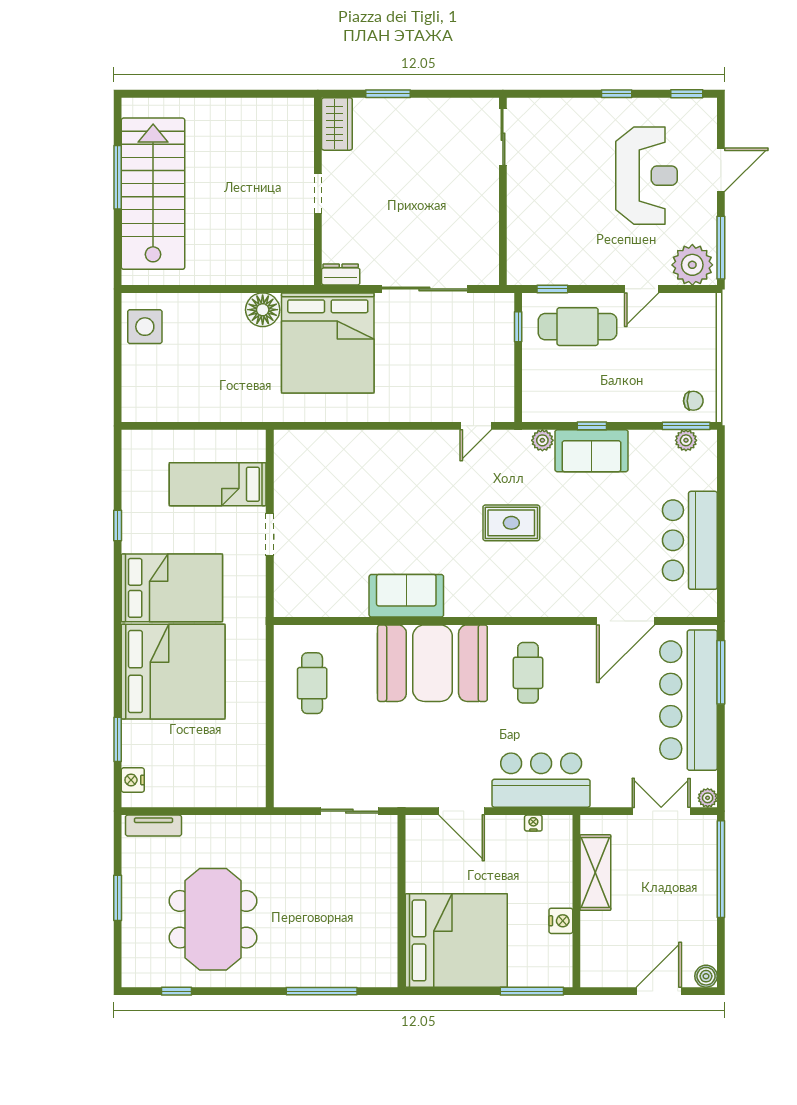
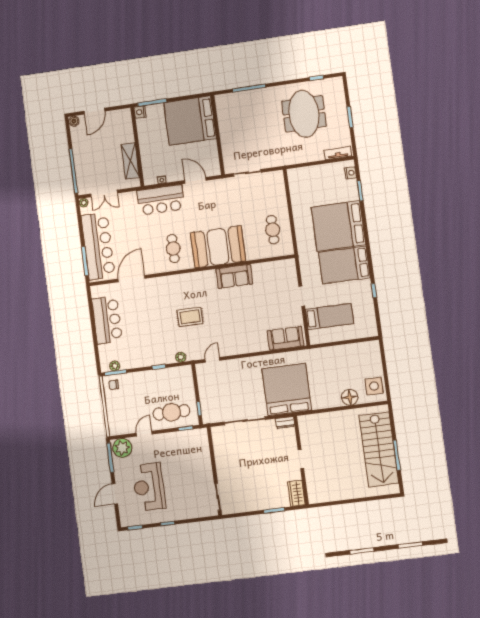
floor lamp: (263, 310) -> (350, 397), moved
sofa: (591, 451) -> (286, 338), moved
nightstand: (561, 921) -> (140, 112), moved

